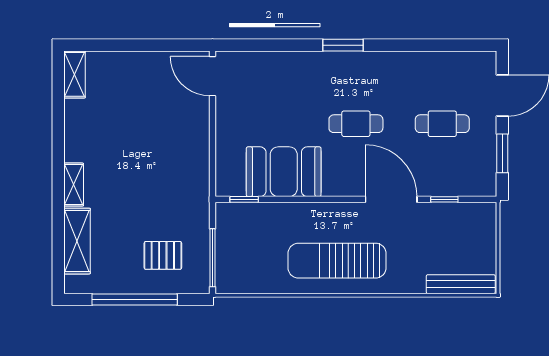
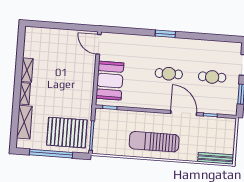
shelving: (74, 74) -> (27, 70), moved
booth: (284, 172) -> (110, 81), moved, turned 90
pallet: (163, 255) -> (67, 133), width x2.05, depth x2.00

